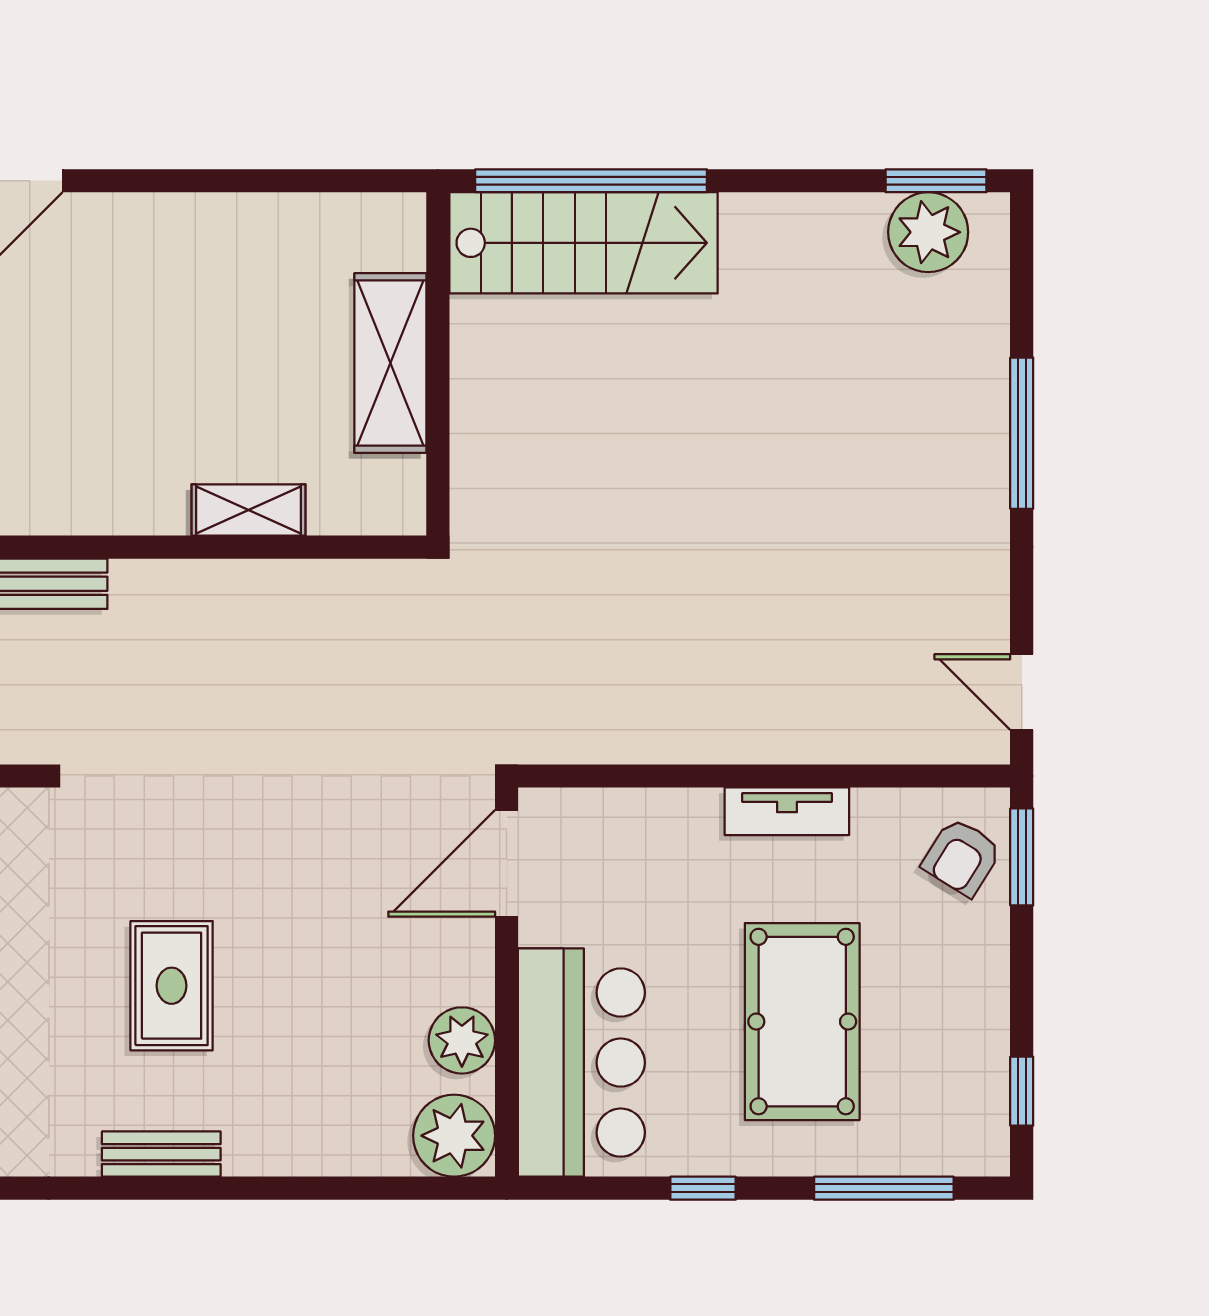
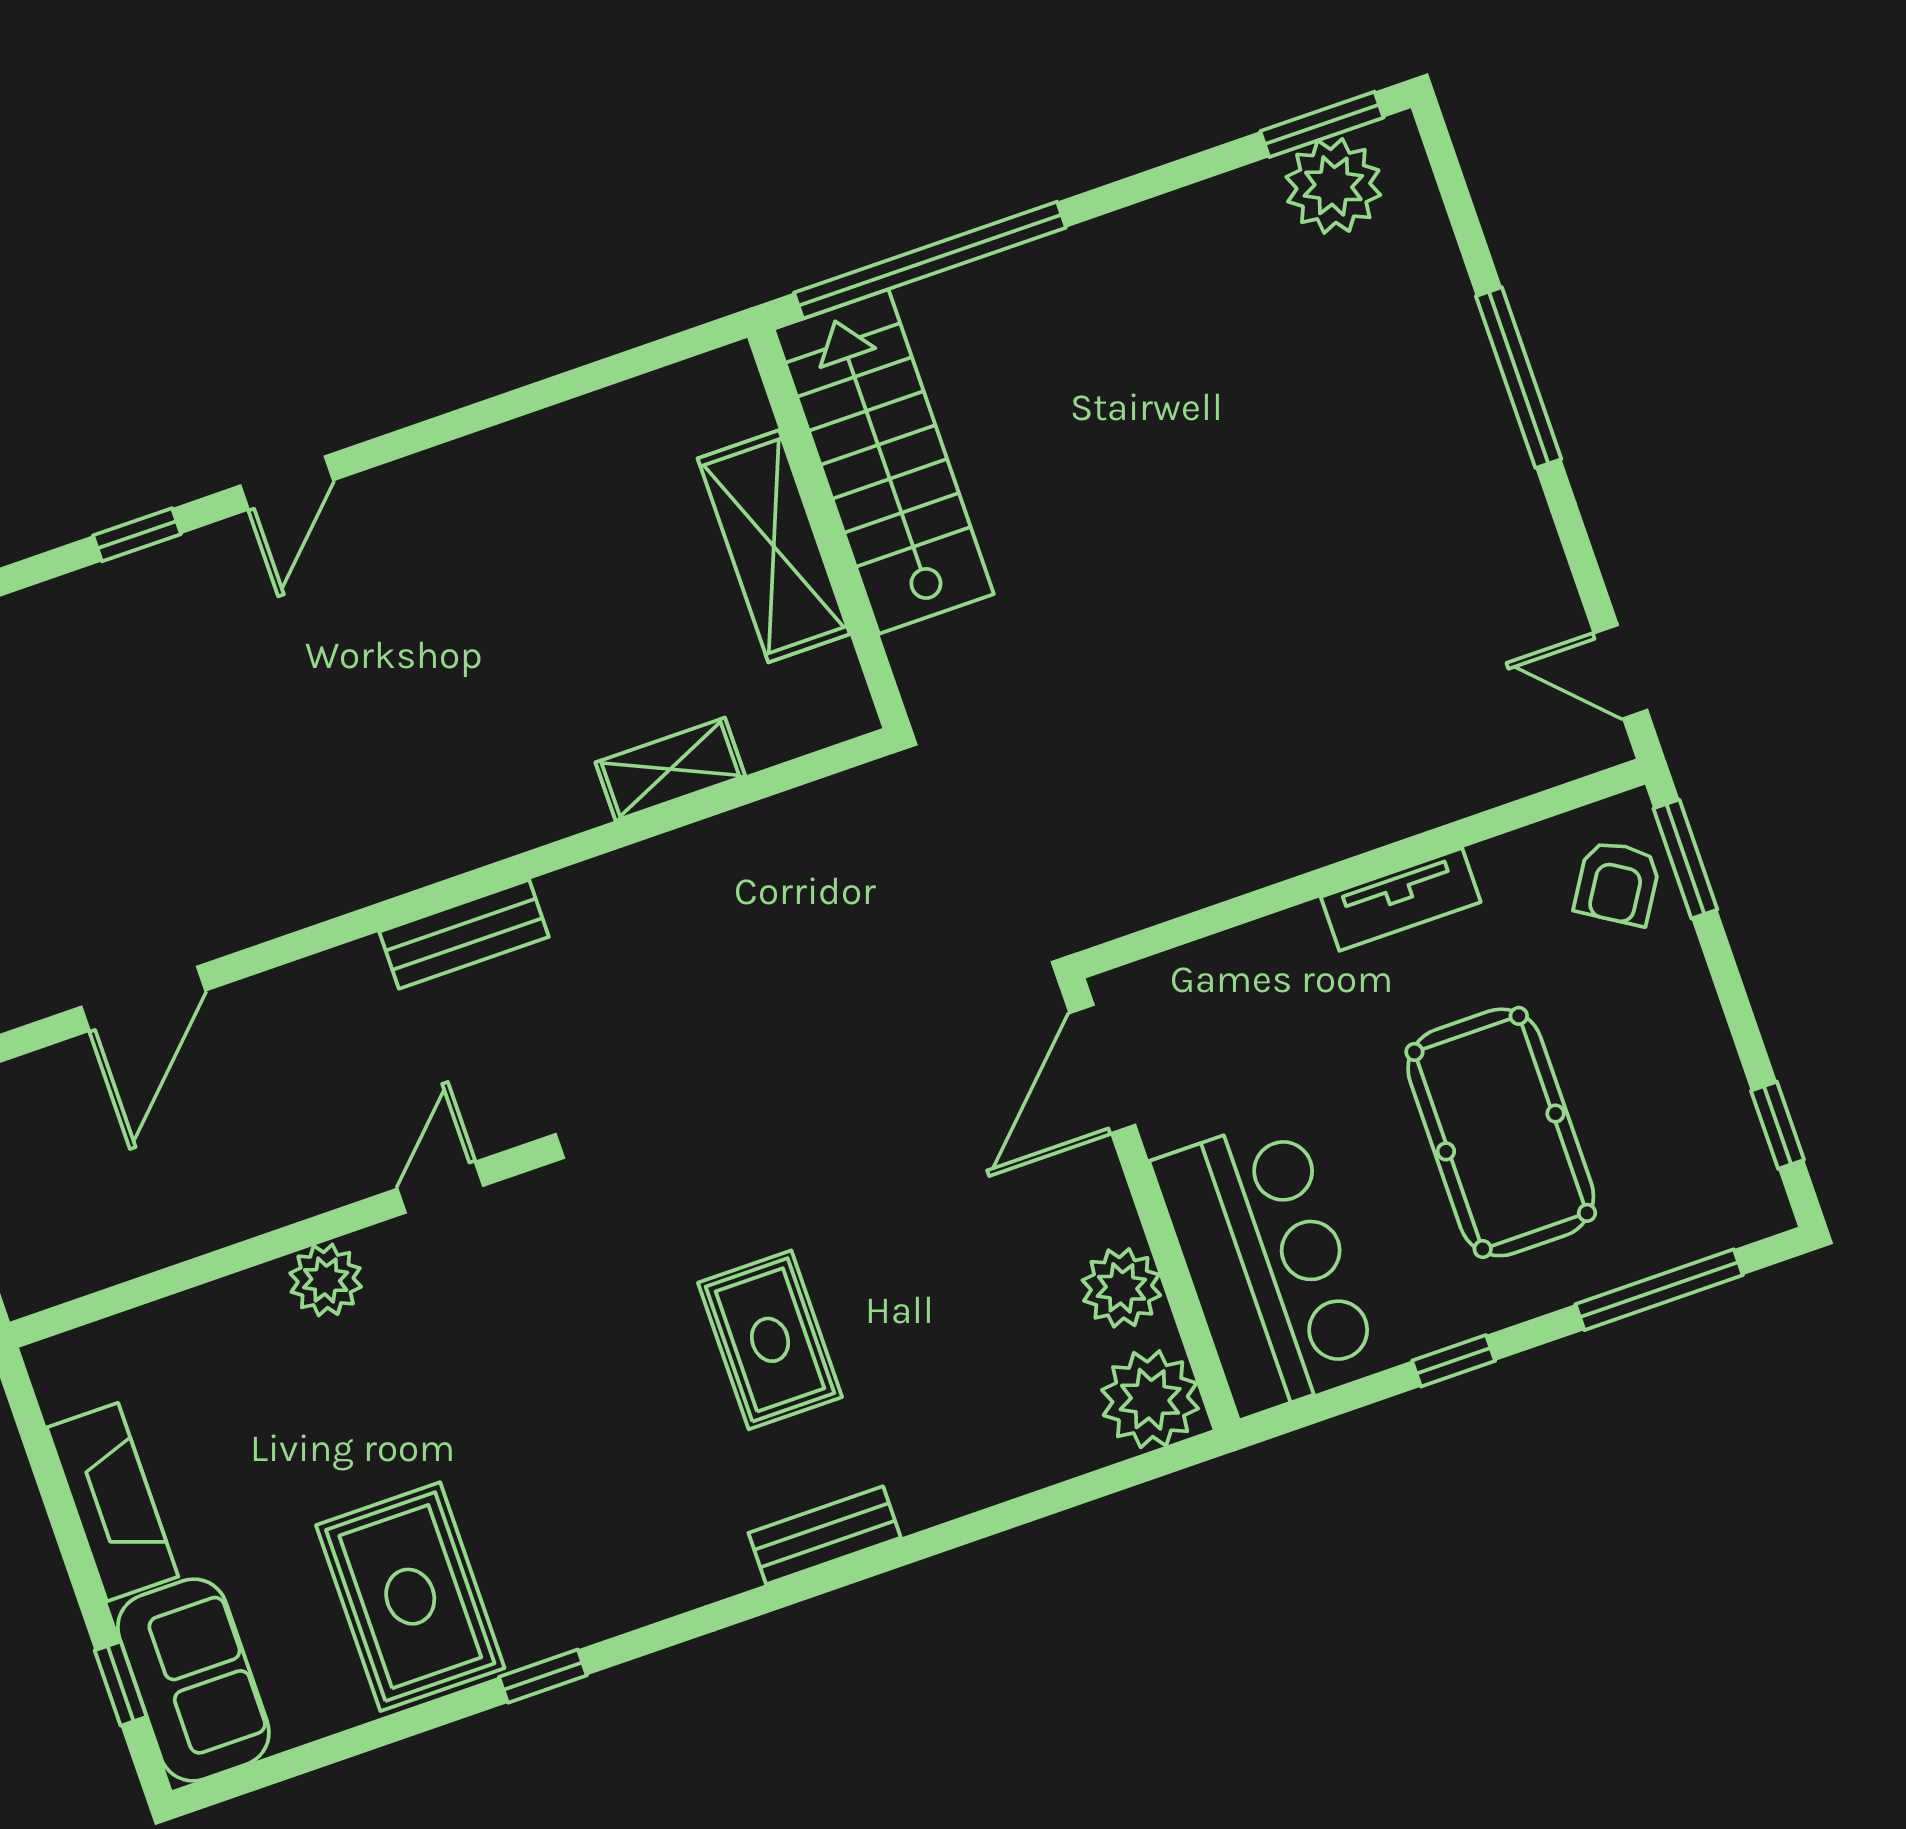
stairs: (583, 243) -> (884, 461), moved, turned -90

